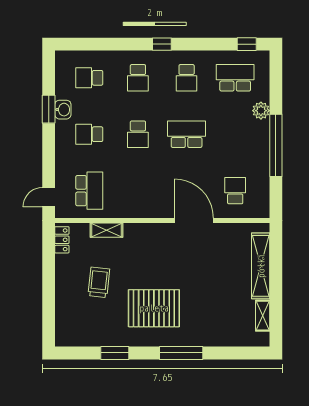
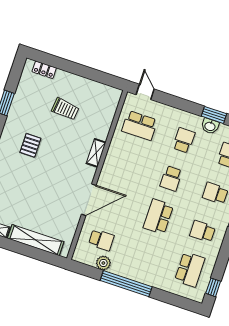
plant: (261, 111) -> (103, 263), moved
school desk: (138, 134) -> (171, 178), turned -90
school desk: (187, 134) -> (158, 217), turned 180
shelving: (106, 230) -> (96, 153), moved
locker: (62, 240) -> (44, 70), moved
pallet: (154, 308) -> (30, 145), width x0.49, depth x0.50

